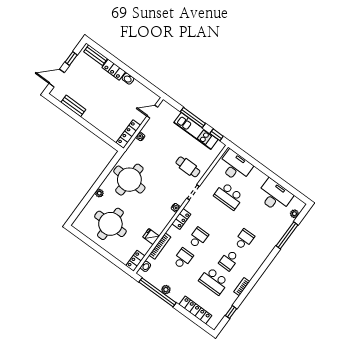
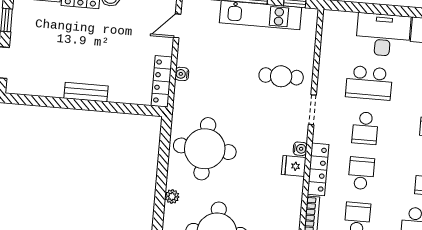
bench: (73, 106) -> (86, 92), moved
desk: (235, 166) -> (383, 35), moved
school desk: (213, 217) -> (365, 128), added
locker: (181, 219) -> (318, 169), width x1.53
fridge: (151, 237) -> (294, 166), moved

